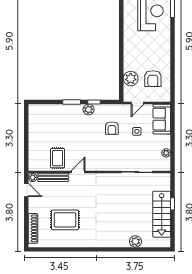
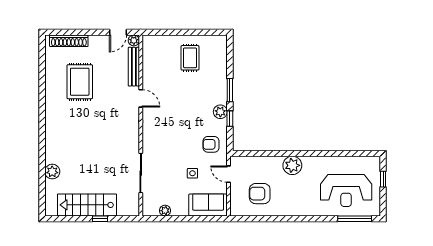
plant: (131, 79) -> (292, 165), moved
armchair: (112, 128) -> (211, 144), moved
rug: (58, 158) -> (190, 58), moved, turned 90

